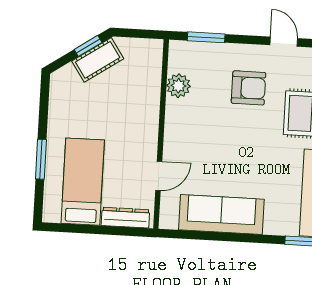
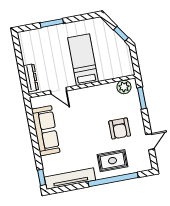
cot: (98, 60) -> (115, 41), removed
plant: (178, 86) -> (124, 87), moved
bed: (83, 182) -> (83, 60), moved, turned -90

